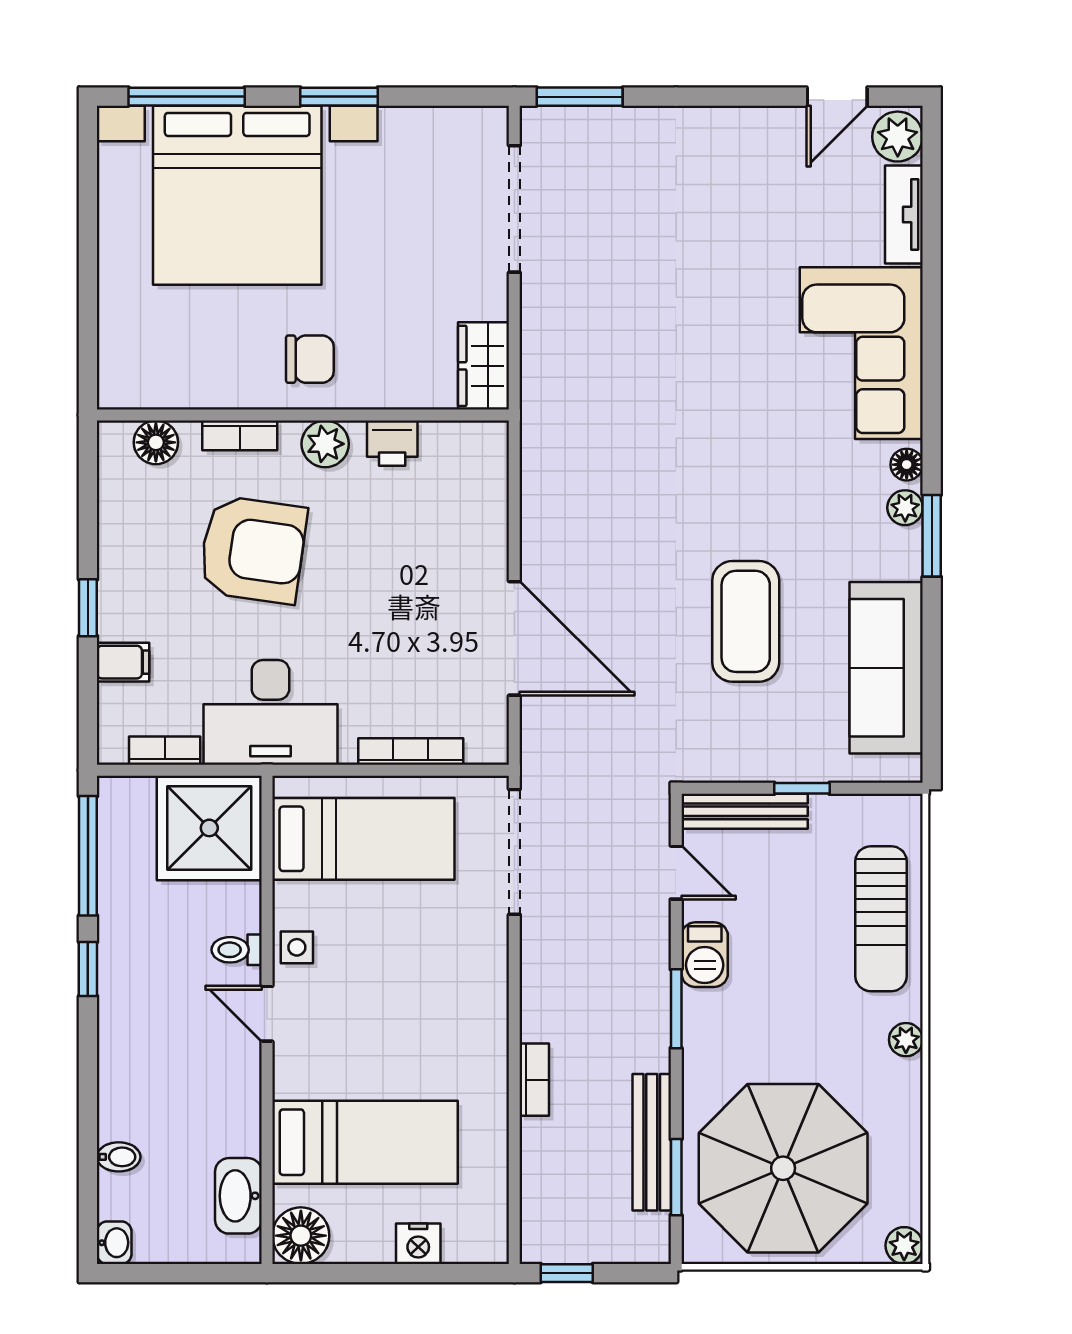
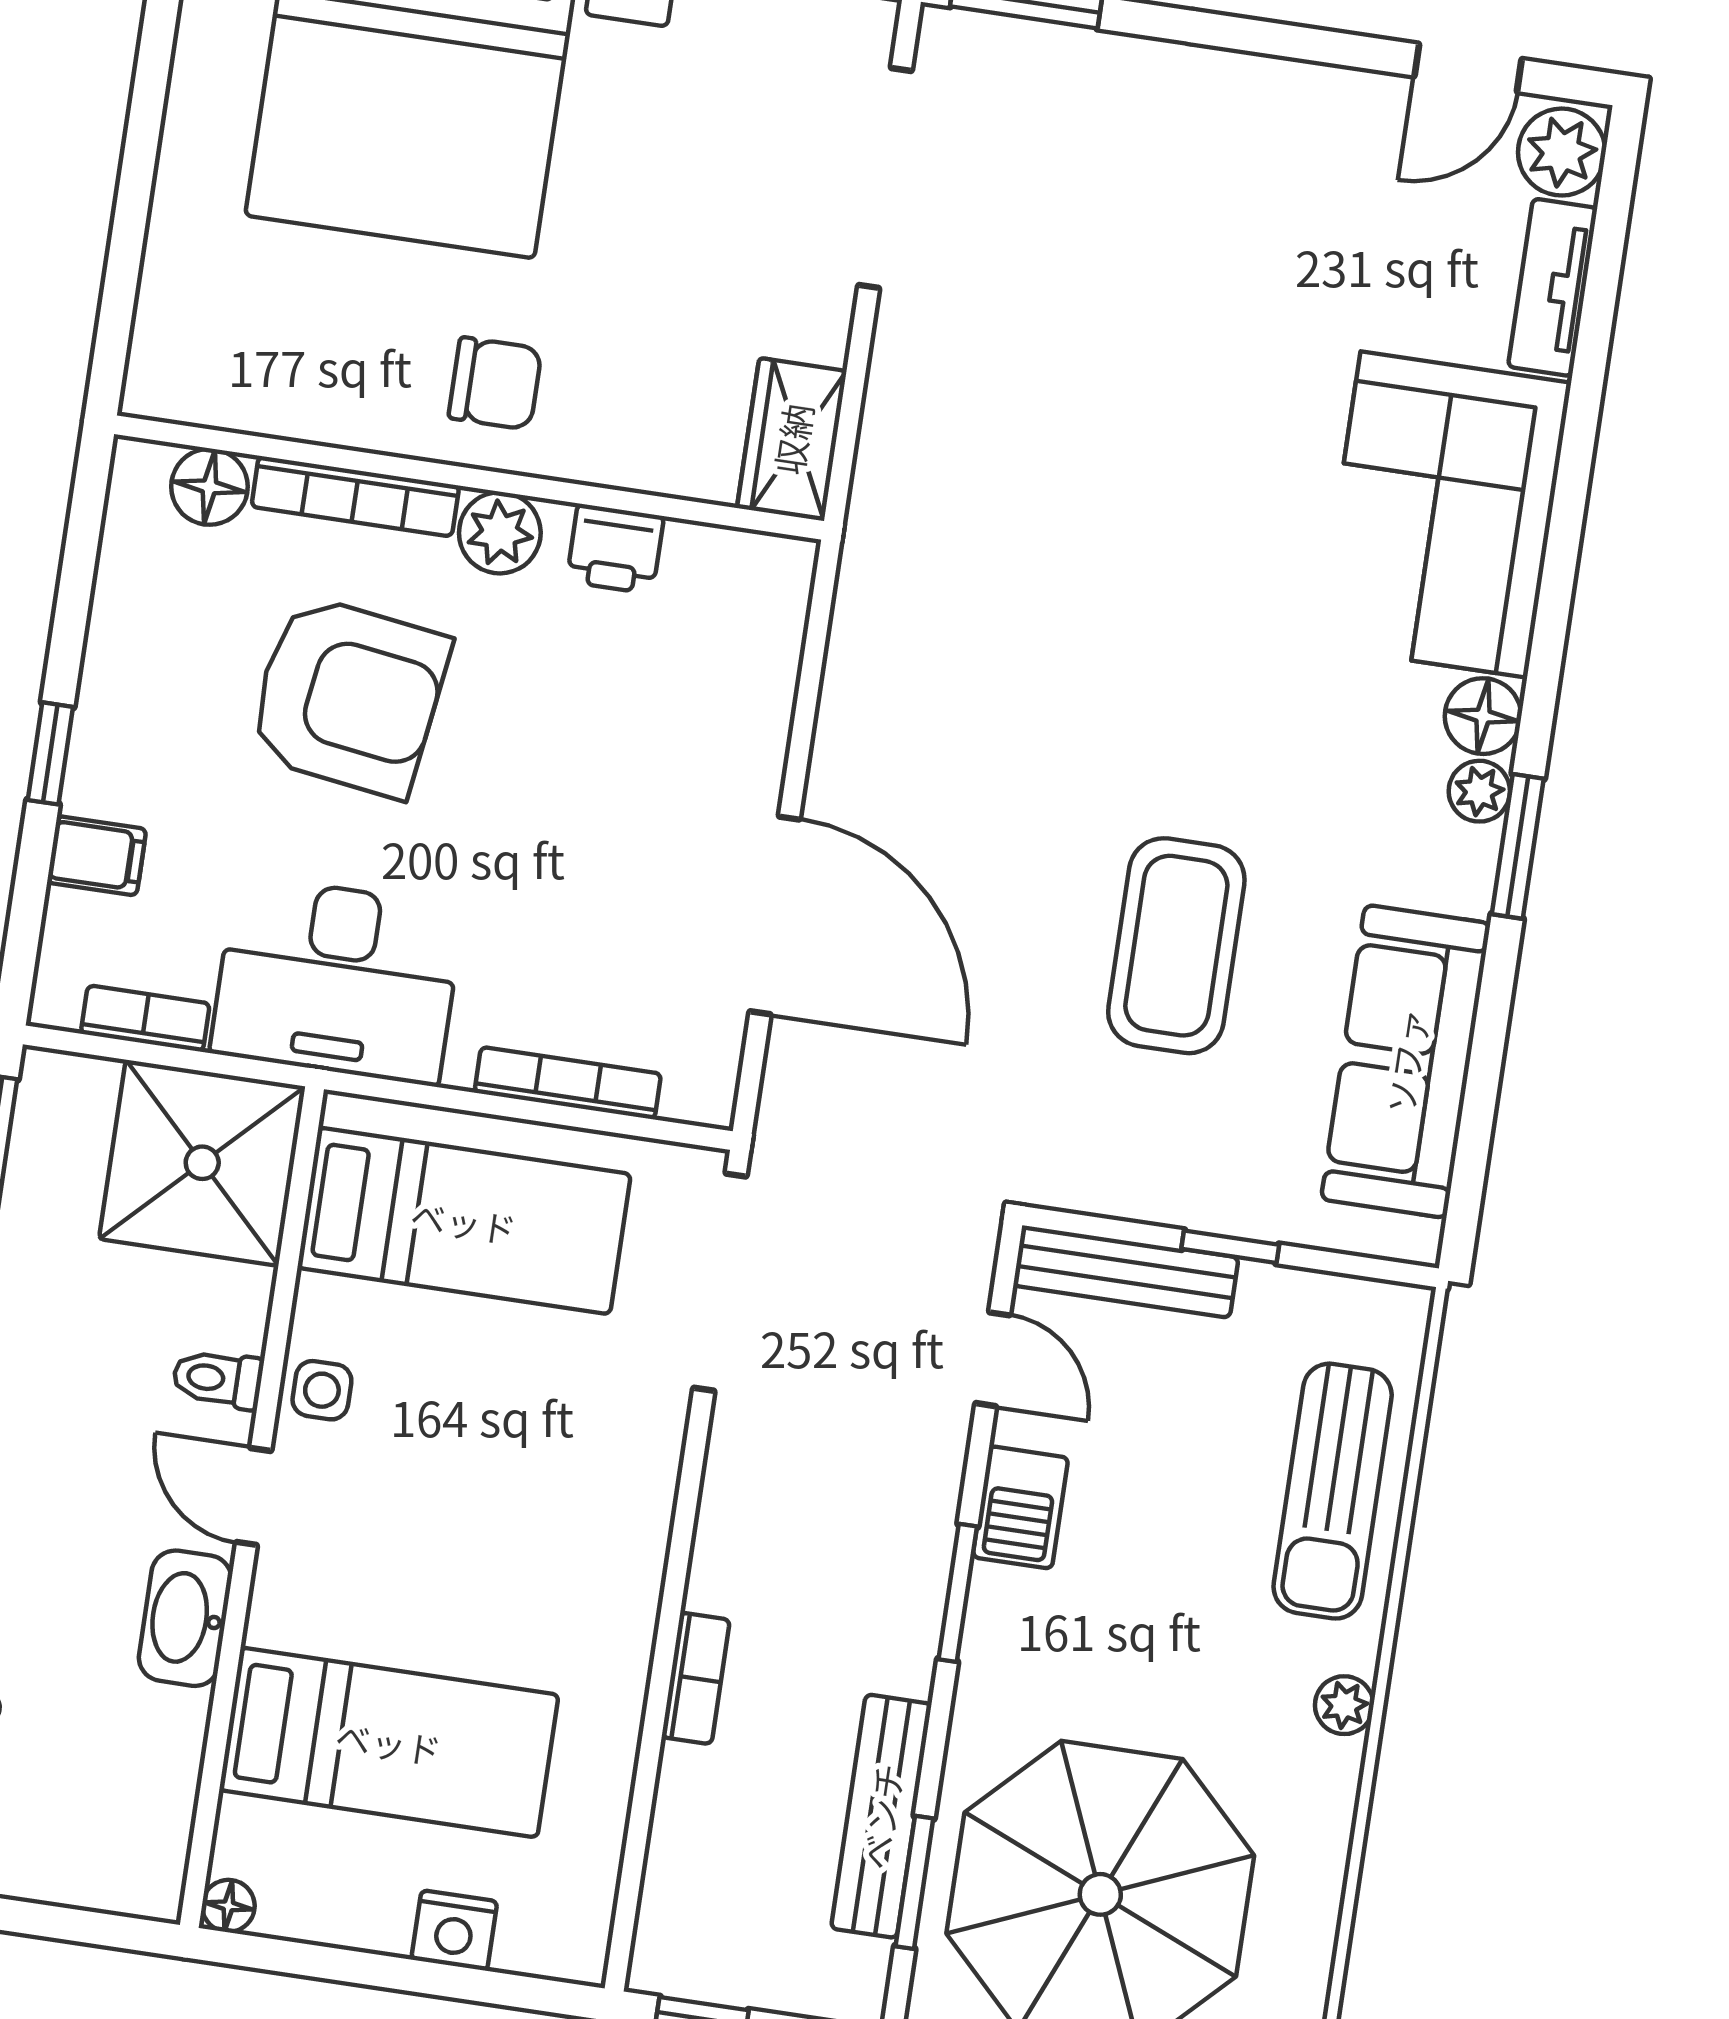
bookcase: (240, 435) -> (355, 496), width x1.56
floor lamp: (907, 465) -> (1483, 716), width x1.37, depth x1.37
washbasin: (238, 1196) -> (185, 1618), moved
floor lamp: (301, 1236) -> (228, 1906), width x0.53, depth x0.53

